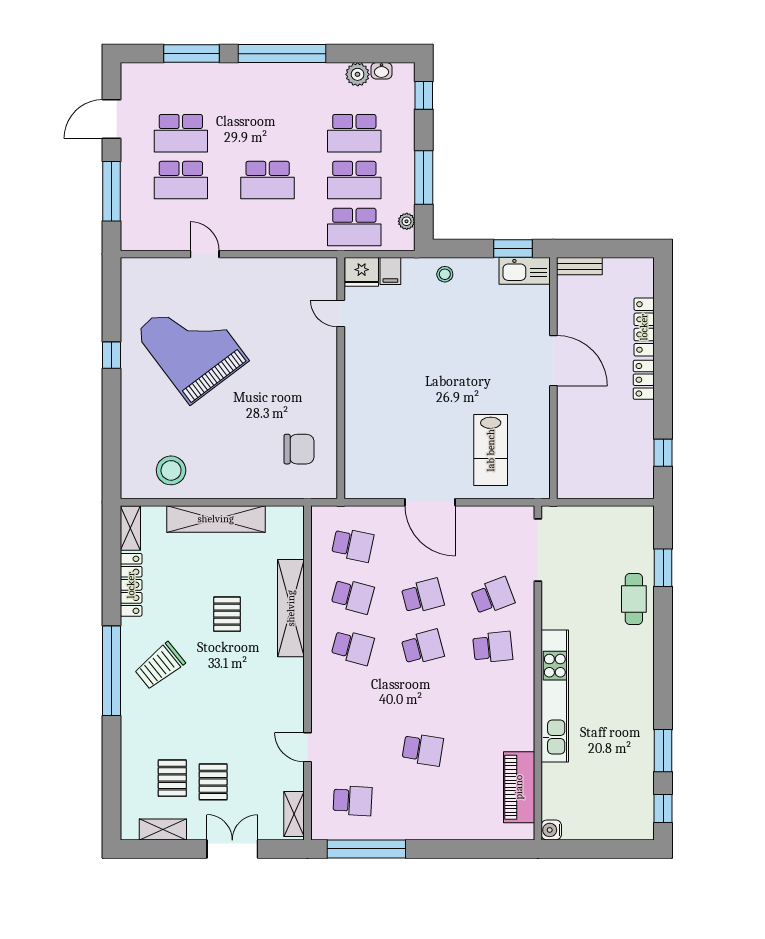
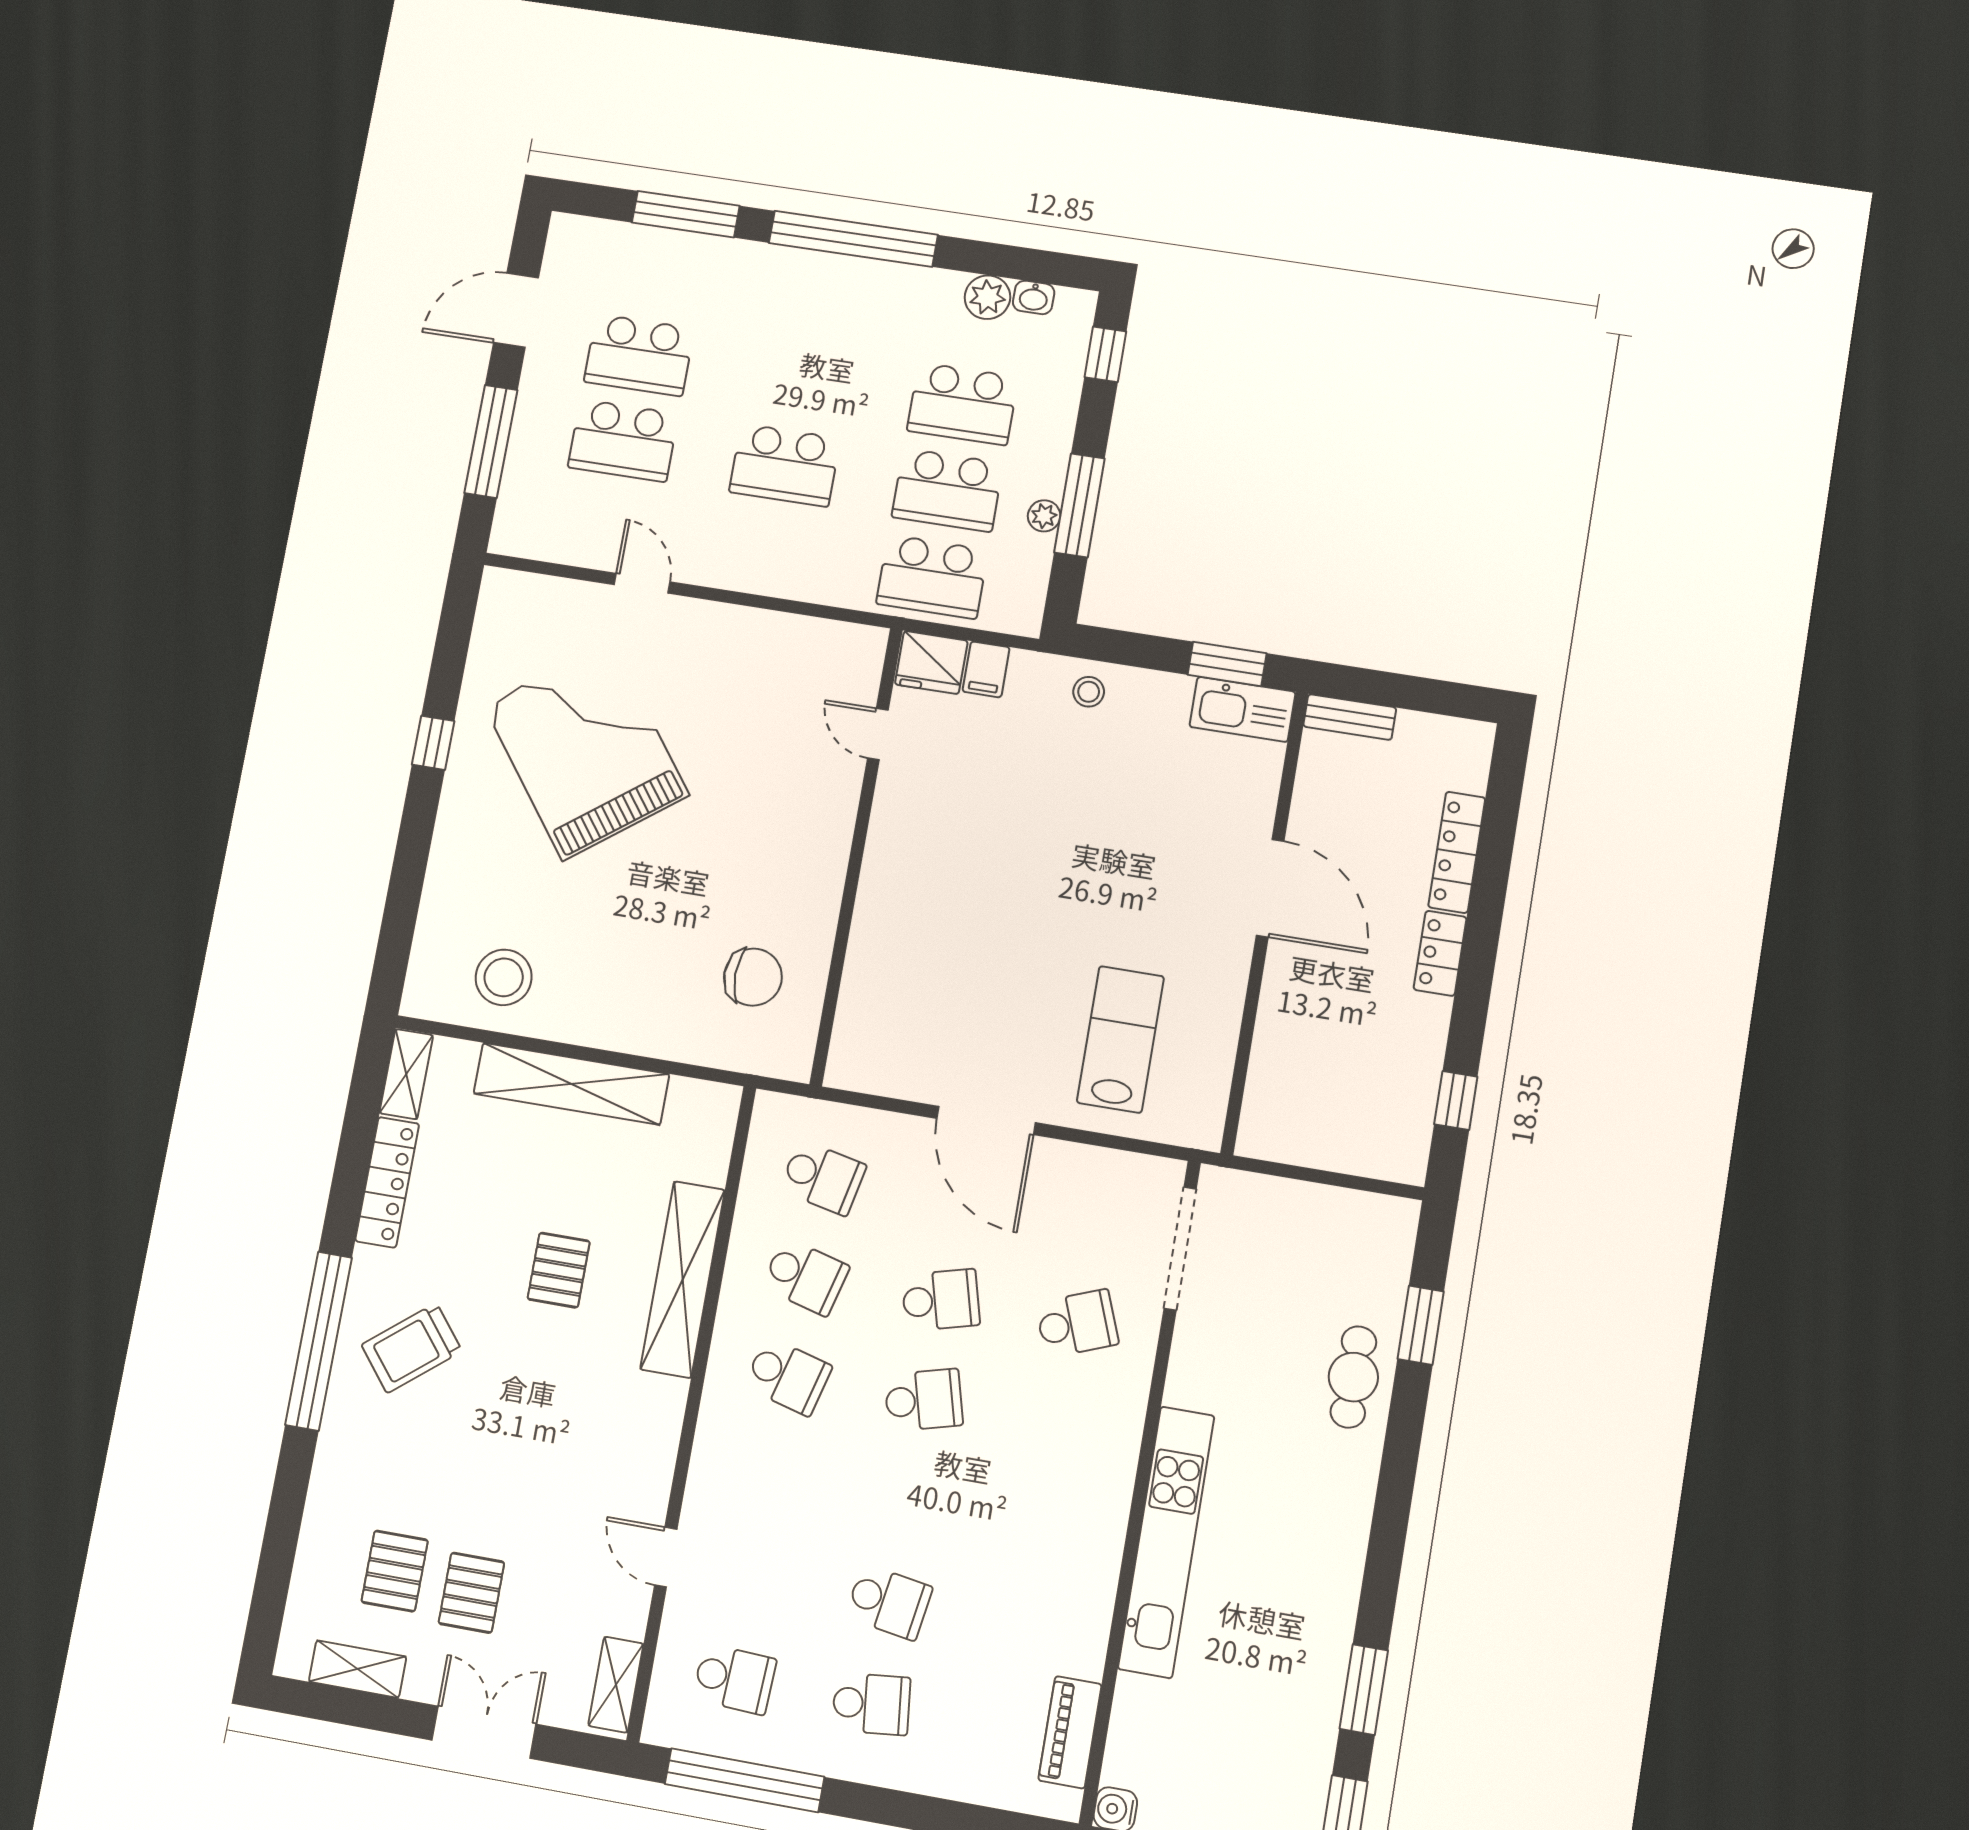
plant: (407, 221) -> (1044, 516), moved
lab bench: (491, 450) -> (1120, 1039), turned 180
school desk: (493, 647) -> (871, 1704), moved
piano: (519, 787) -> (1070, 1732), width x0.73, depth x0.75

